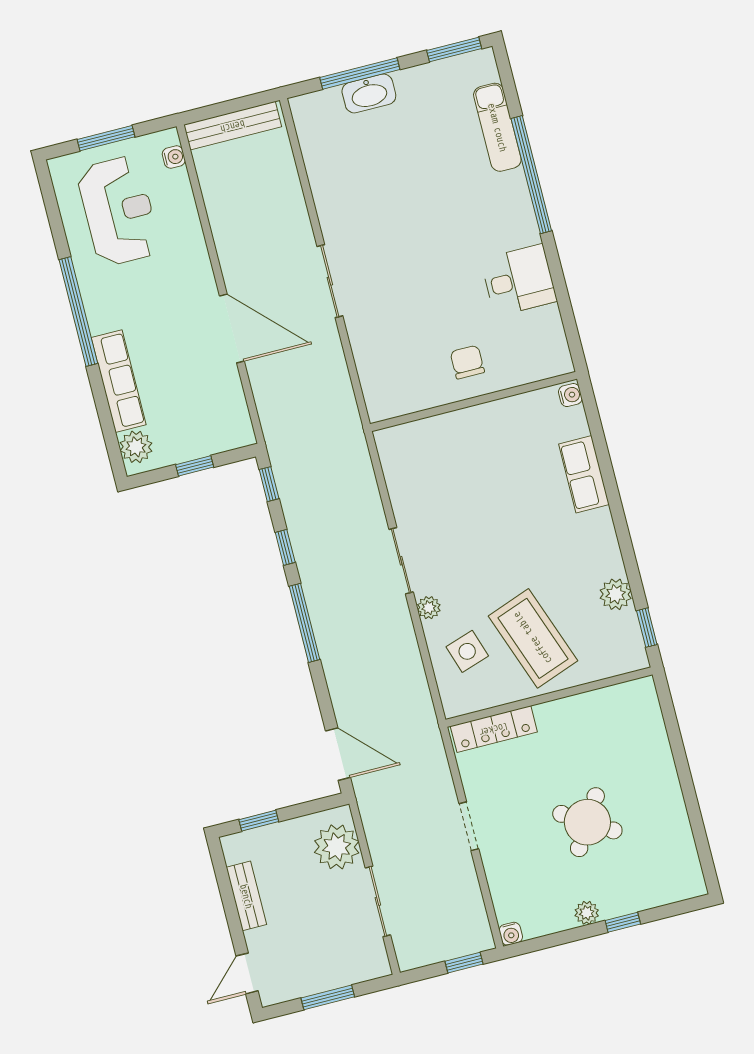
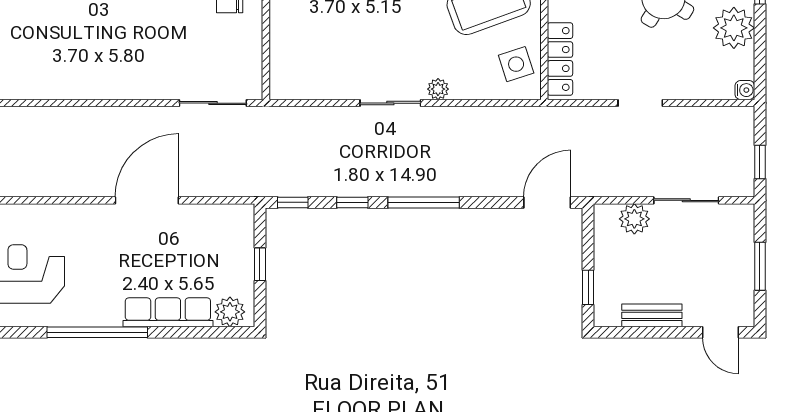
sliding door: (330, 281) -> (213, 103), moved
side table: (467, 651) -> (516, 64), moved
plant: (337, 847) -> (634, 219), width x0.73, depth x0.73
plant: (587, 913) -> (734, 28), width x1.87, depth x1.87
window: (464, 963) -> (760, 162), moved

